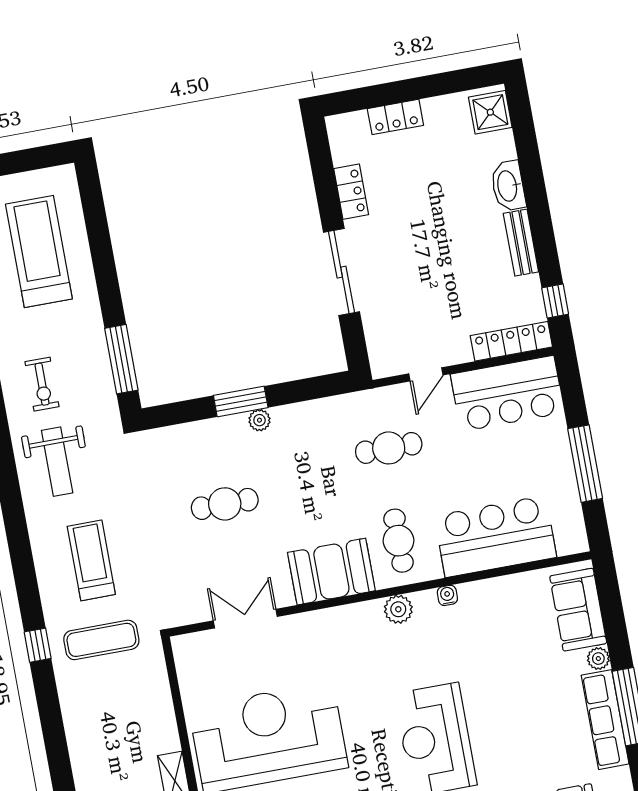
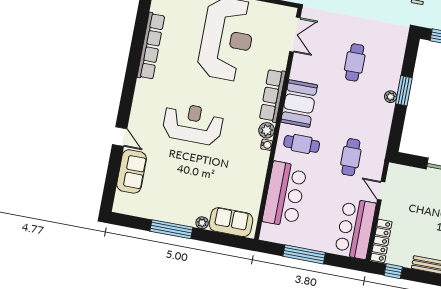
water cooler: (447, 595) -> (267, 145), moved
double door: (245, 619) -> (295, 35), moved
row of seats: (605, 720) -> (273, 96), moved, turned -90

